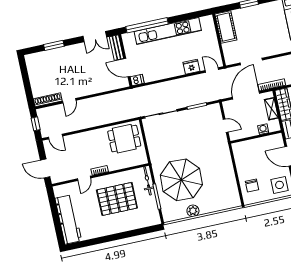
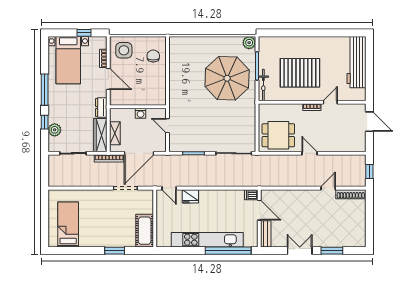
double door: (95, 37) -> (300, 251), moved
washing machine: (263, 129) -> (141, 113), moved
door: (55, 137) -> (309, 153), moved
plant: (193, 211) -> (249, 43), moved

